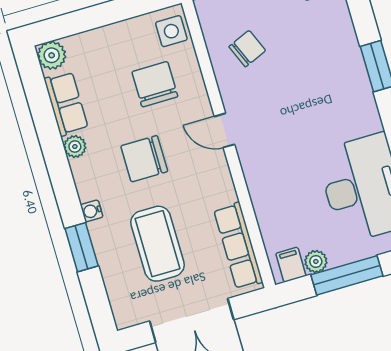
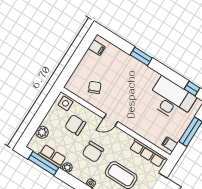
plant: (52, 55) -> (42, 132), moved
window: (39, 102) -> (43, 163), added
plant: (316, 261) -> (177, 136), removed

